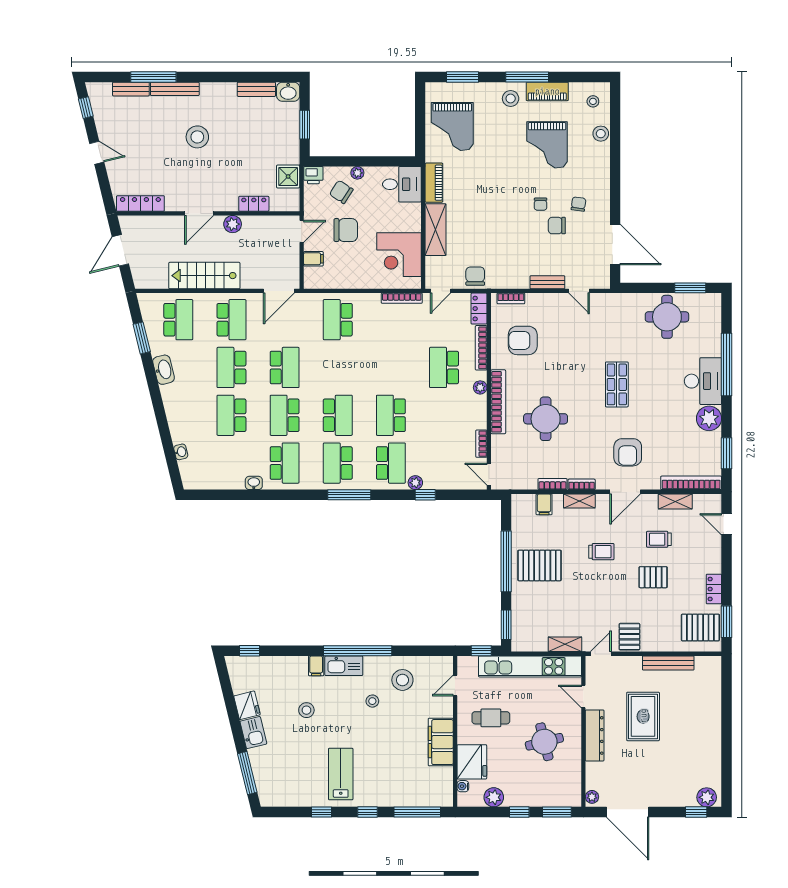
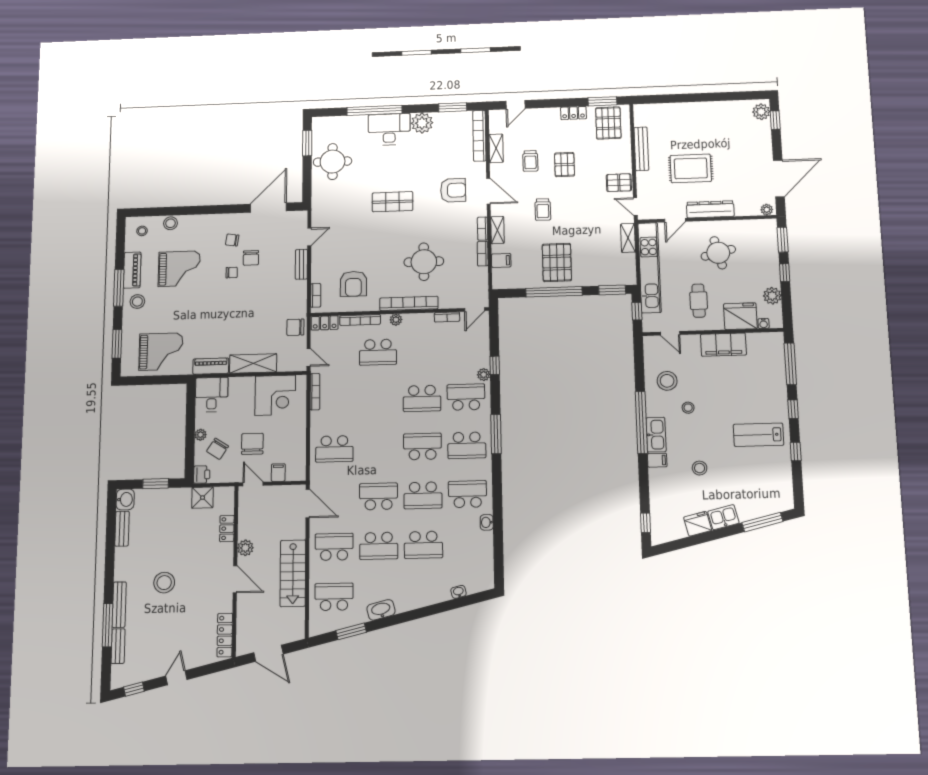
trolley: (601, 552) -> (543, 209), turned 180

